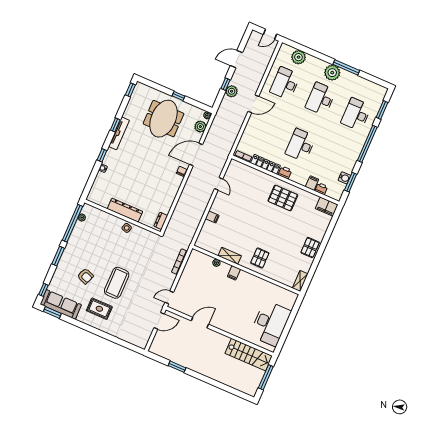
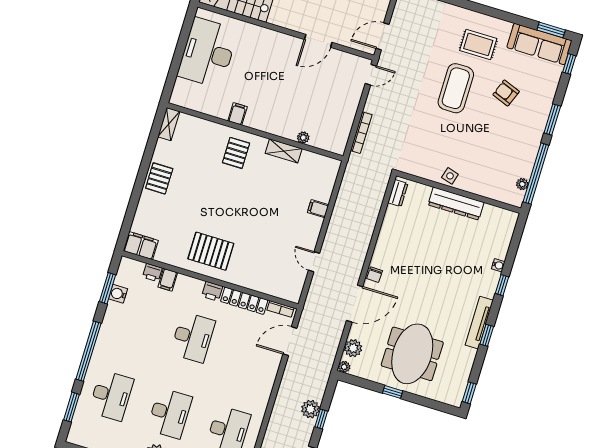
door: (253, 104) -> (290, 341), moved
filing cabinet: (234, 273) -> (238, 114), moved

